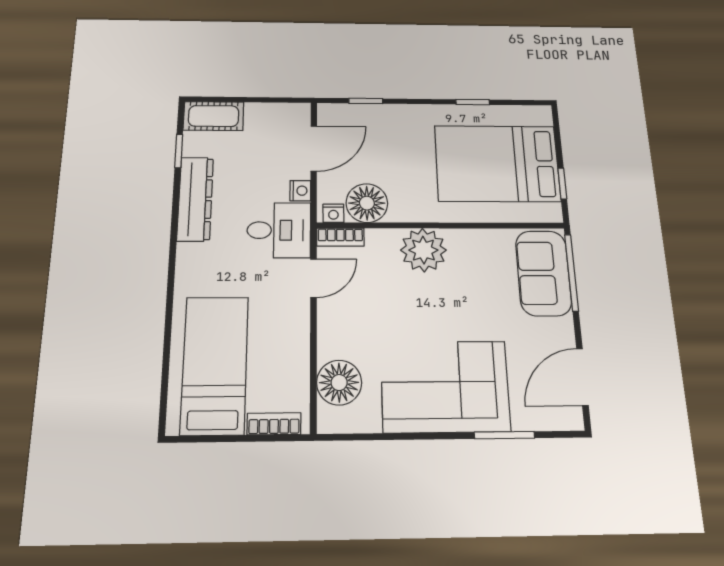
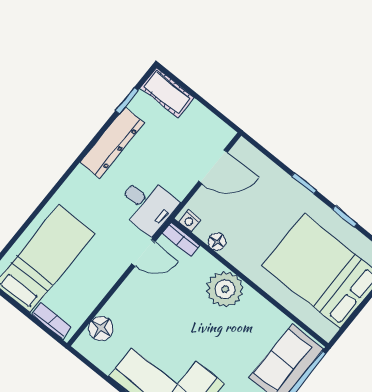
window: (366, 101) -> (304, 183), moved
window: (562, 184) -> (352, 318), removed
nightstand: (300, 191) -> (181, 189), removed
floor lamp: (367, 203) -> (217, 242), width x0.53, depth x0.53
floor lamp: (339, 383) -> (101, 328), width x0.73, depth x0.73

